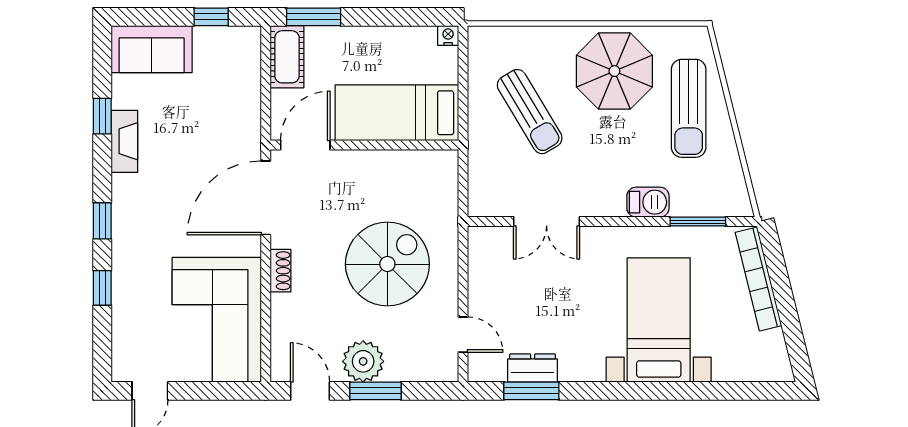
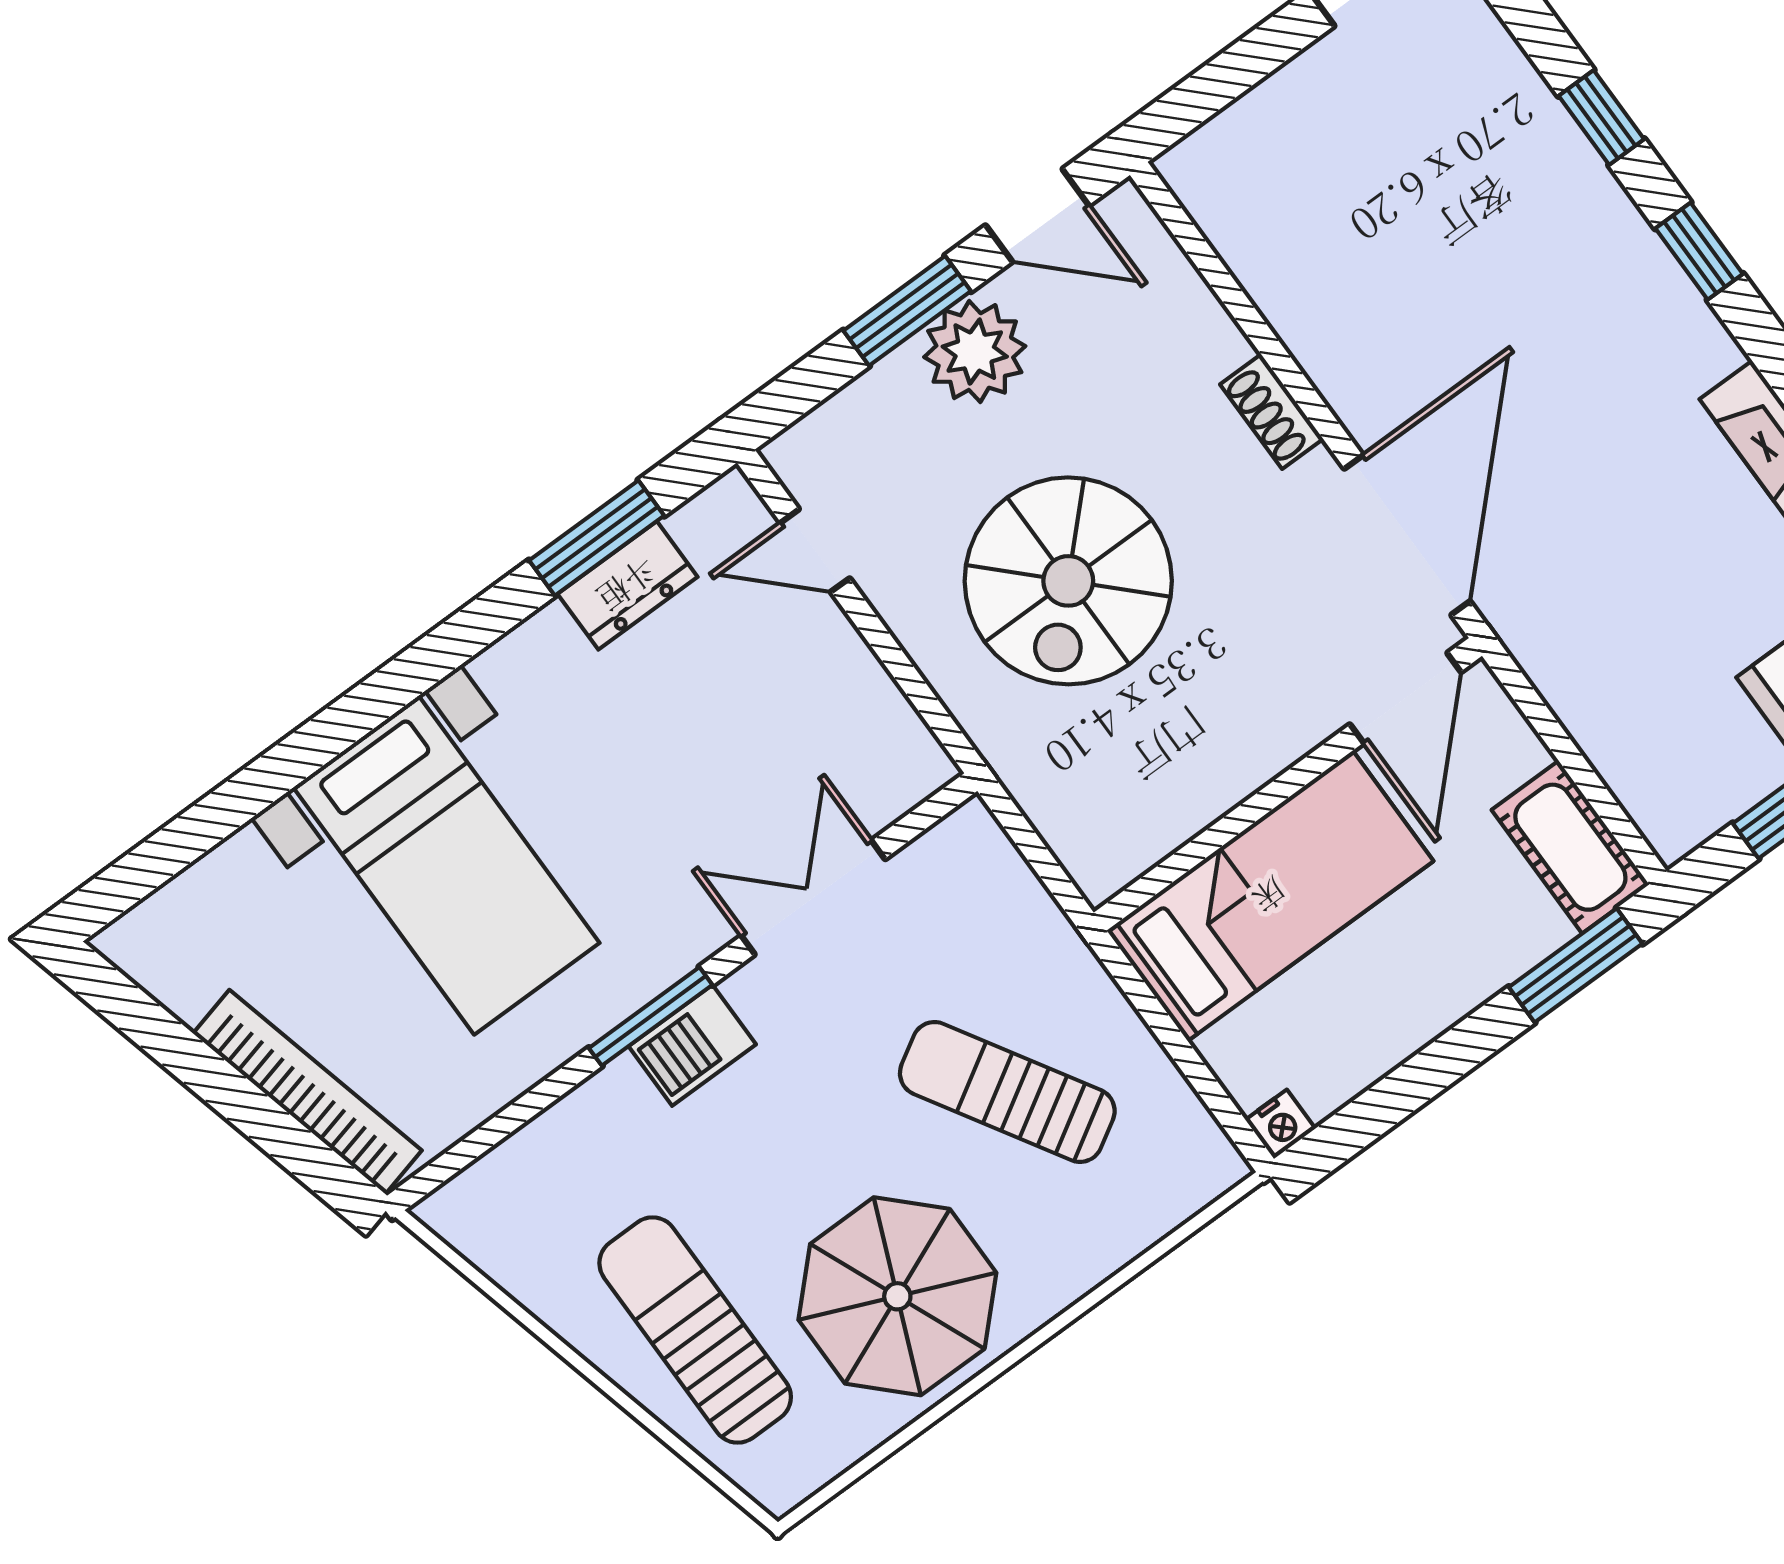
barbecue: (648, 202) -> (692, 1045), moved
window: (698, 222) -> (651, 1016), moved
corner sofa: (217, 320) -> (1327, 221), removed

